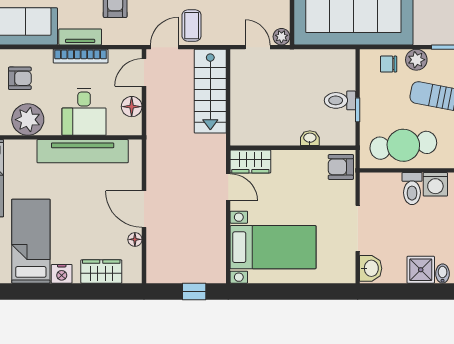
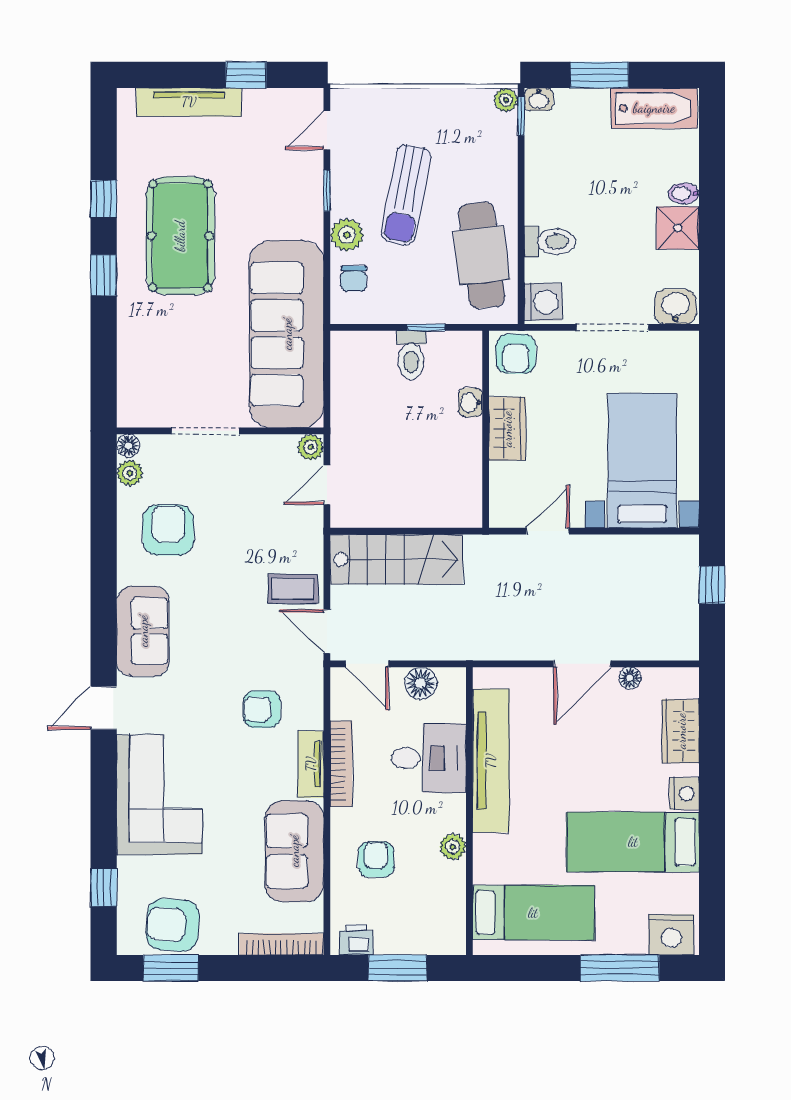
plant: (28, 120) -> (453, 847), width x0.53, depth x0.53
wardrobe: (250, 161) -> (507, 429), moved
washing machine: (435, 184) -> (543, 302), moved

